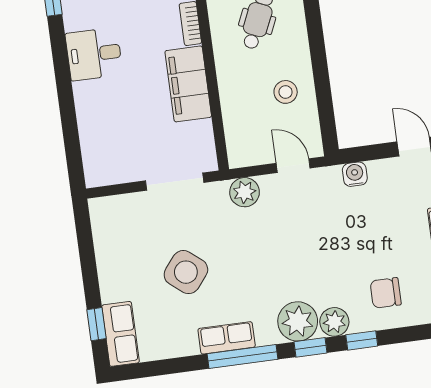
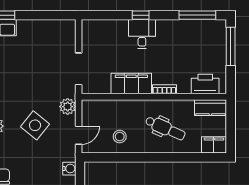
desk: (94, 54) -> (142, 34), moved
window: (64, 84) -> (141, 15), added
side table: (186, 272) -> (35, 125), moved

